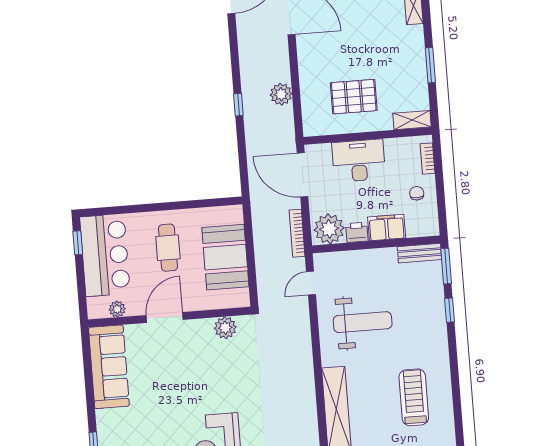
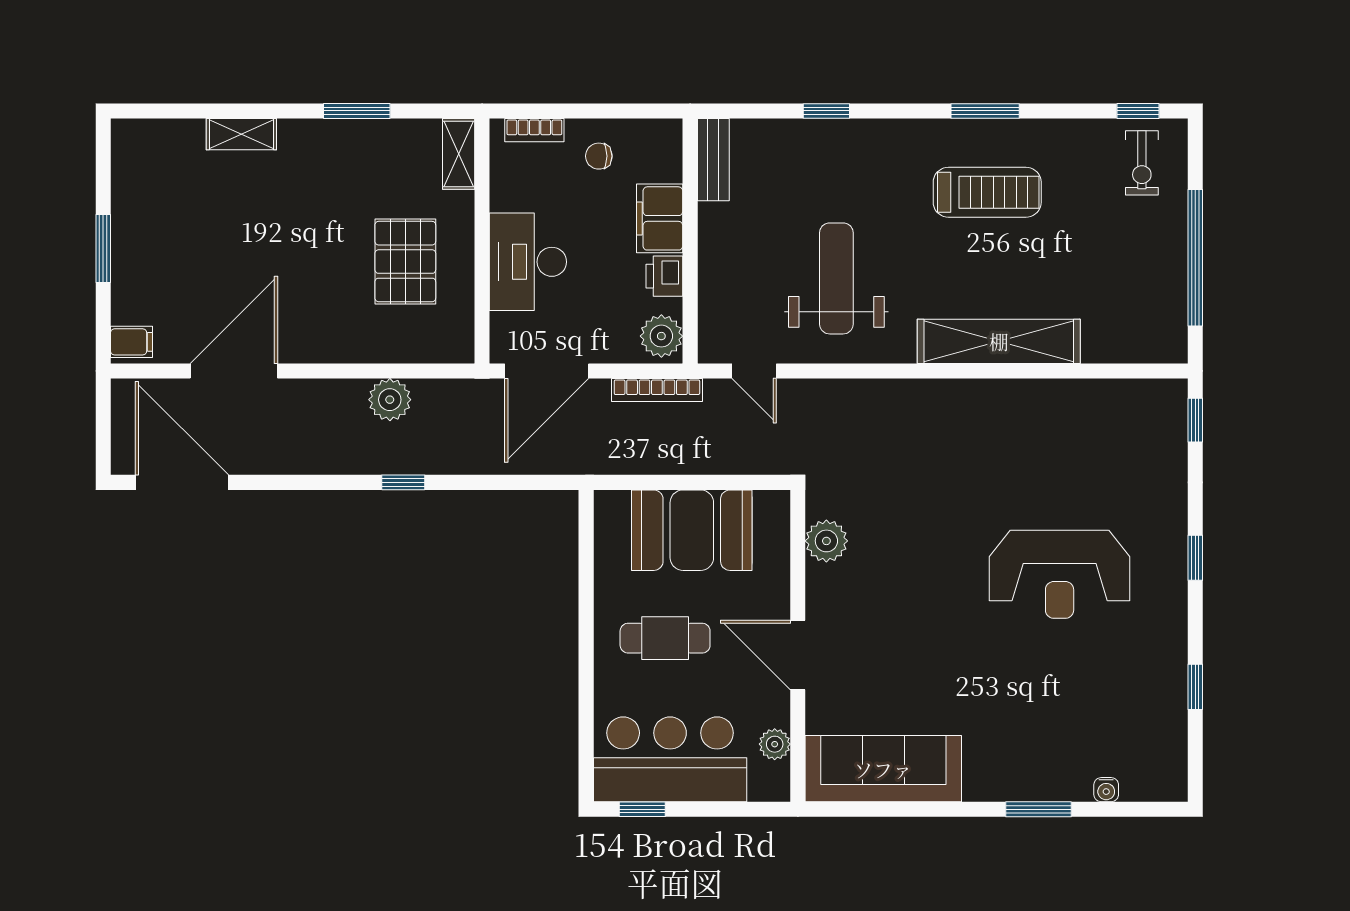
plant: (329, 229) -> (661, 336), width x0.73, depth x0.73
window: (446, 266) -> (985, 111), moved
treadmill: (414, 397) -> (987, 192), turned 180

